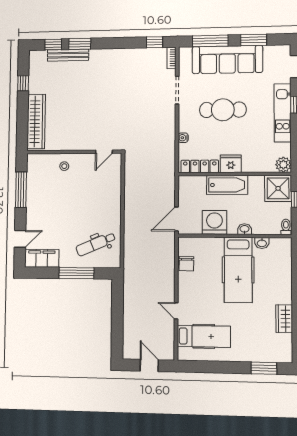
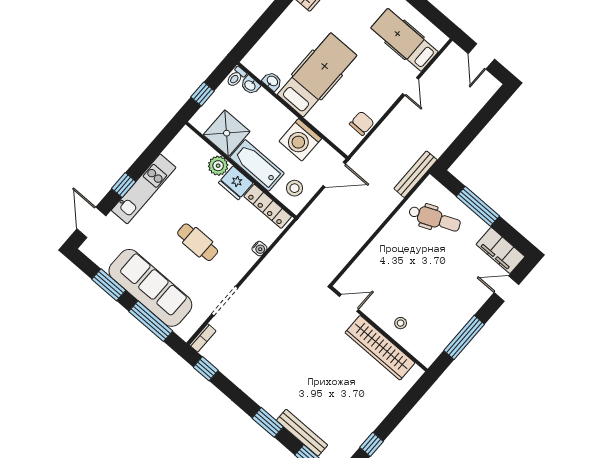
window: (80, 44) -> (268, 422), moved
cafe table: (223, 110) -> (198, 242), width x0.73, depth x0.74
wardrobe: (36, 121) -> (380, 348), moved, turned -90
plant: (283, 165) -> (218, 166), moved
shower: (278, 188) -> (227, 133), moved
stool: (193, 191) -> (295, 188), added
washbasin: (244, 229) -> (250, 85), moved
bench: (129, 261) -> (416, 174), added

